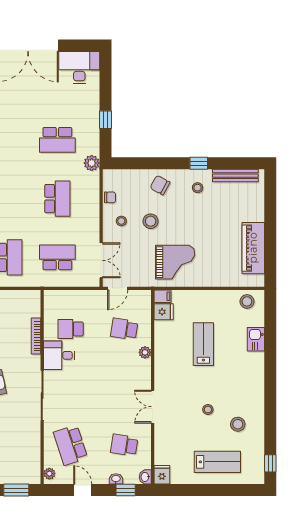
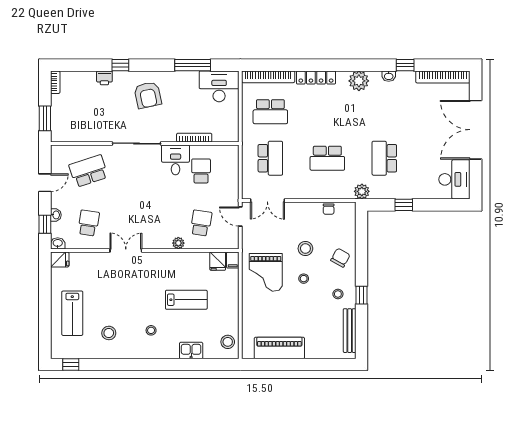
stool: (121, 221) -> (304, 279), moved
stool: (208, 410) -> (151, 330), moved
plant: (49, 474) -> (61, 150), removed

